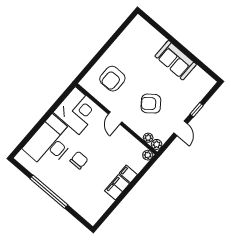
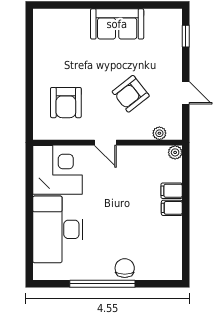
window: (197, 110) -> (186, 36), moved
plant: (157, 144) -> (175, 133), removed
chair: (79, 160) -> (125, 268), moved
filing cabinet: (117, 187) -> (172, 208), width x0.50

